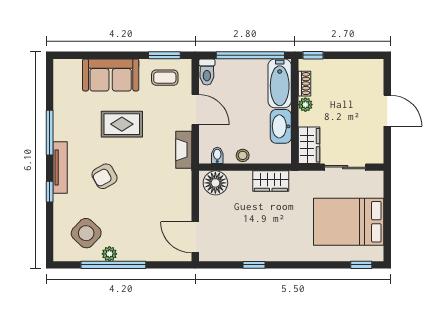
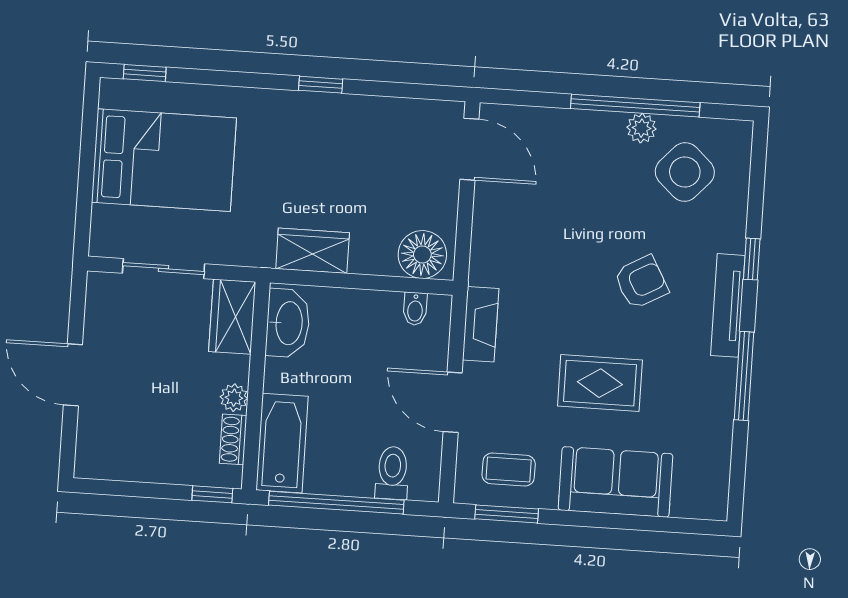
toilet: (207, 72) -> (392, 473), moved
washbasin: (281, 126) -> (288, 323), moved
stool: (243, 155) -> (365, 305), removed
window: (254, 265) -> (321, 85), moved

